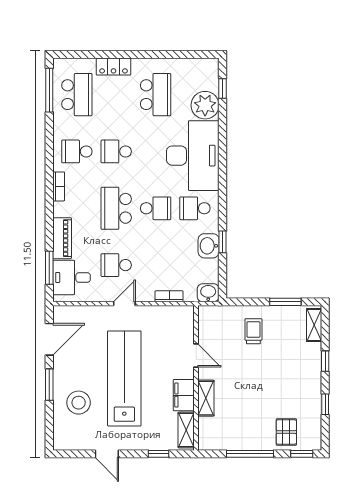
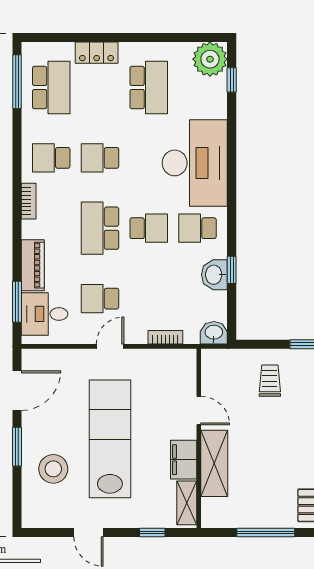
plant: (205, 105) -> (210, 59), moved
shelving: (206, 398) -> (214, 463), width x1.50, depth x1.33

